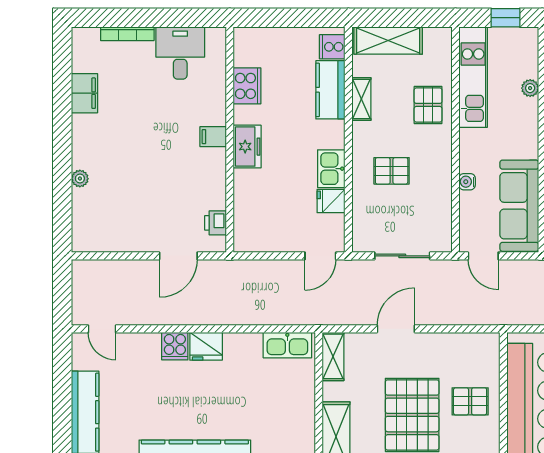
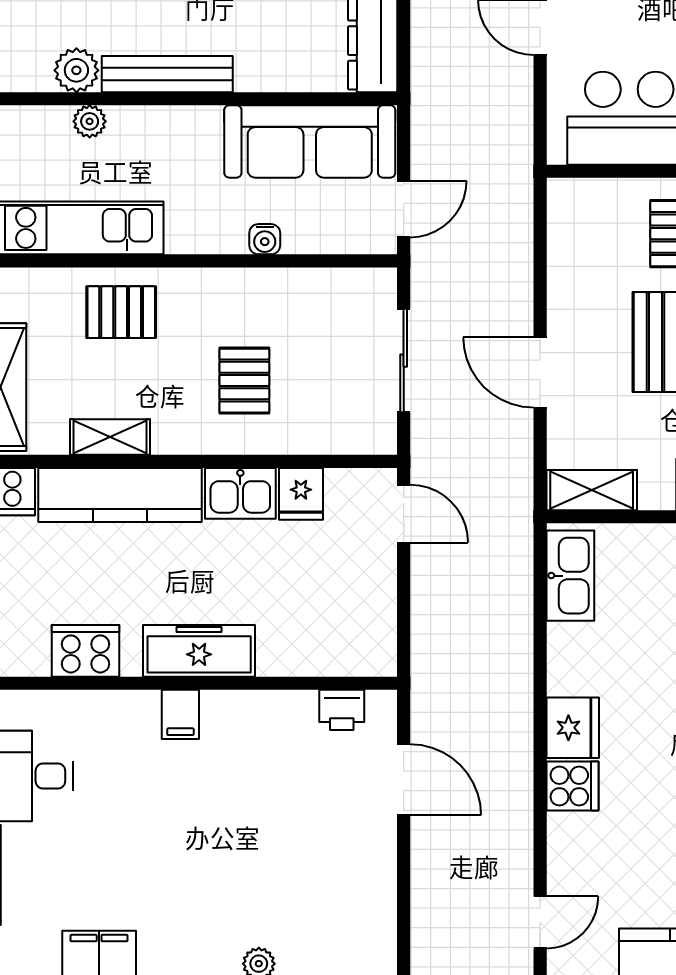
kitchen counter: (330, 90) -> (120, 495), width x1.50
freezer: (247, 147) -> (199, 651), width x1.40

